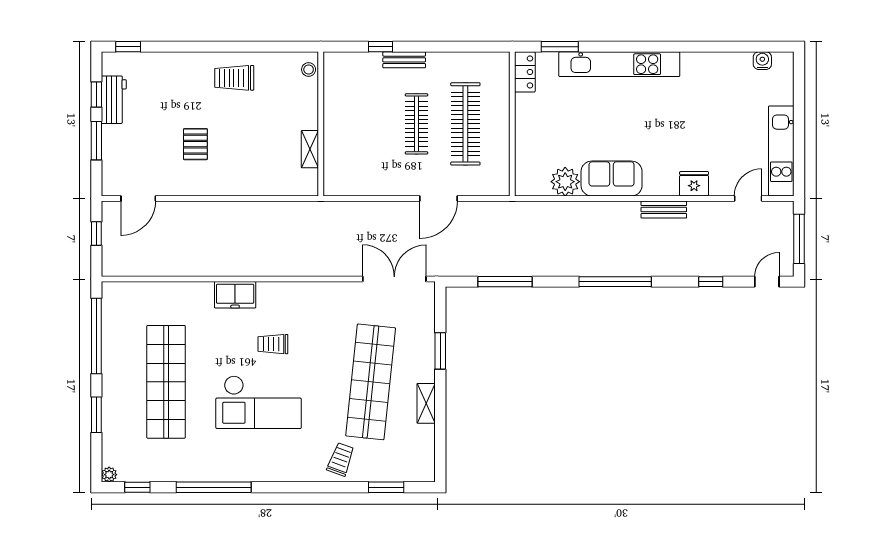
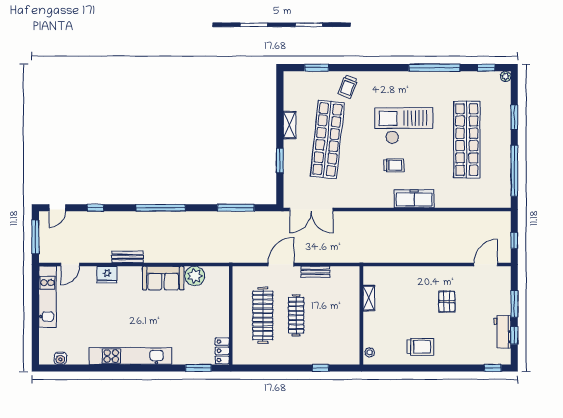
bench: (404, 60) -> (315, 272), moved
kitchen unit: (619, 64) -> (130, 356), moved
freezer: (235, 295) -> (414, 199), width x1.40

